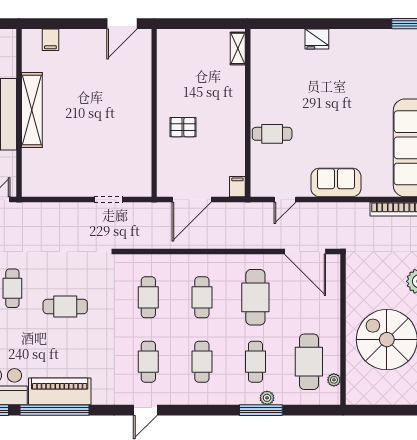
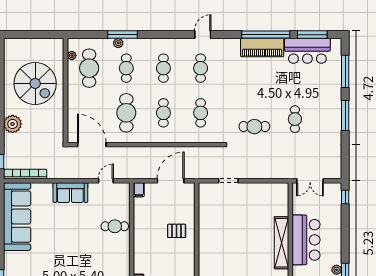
cafe table: (65, 306) -> (254, 127), moved

